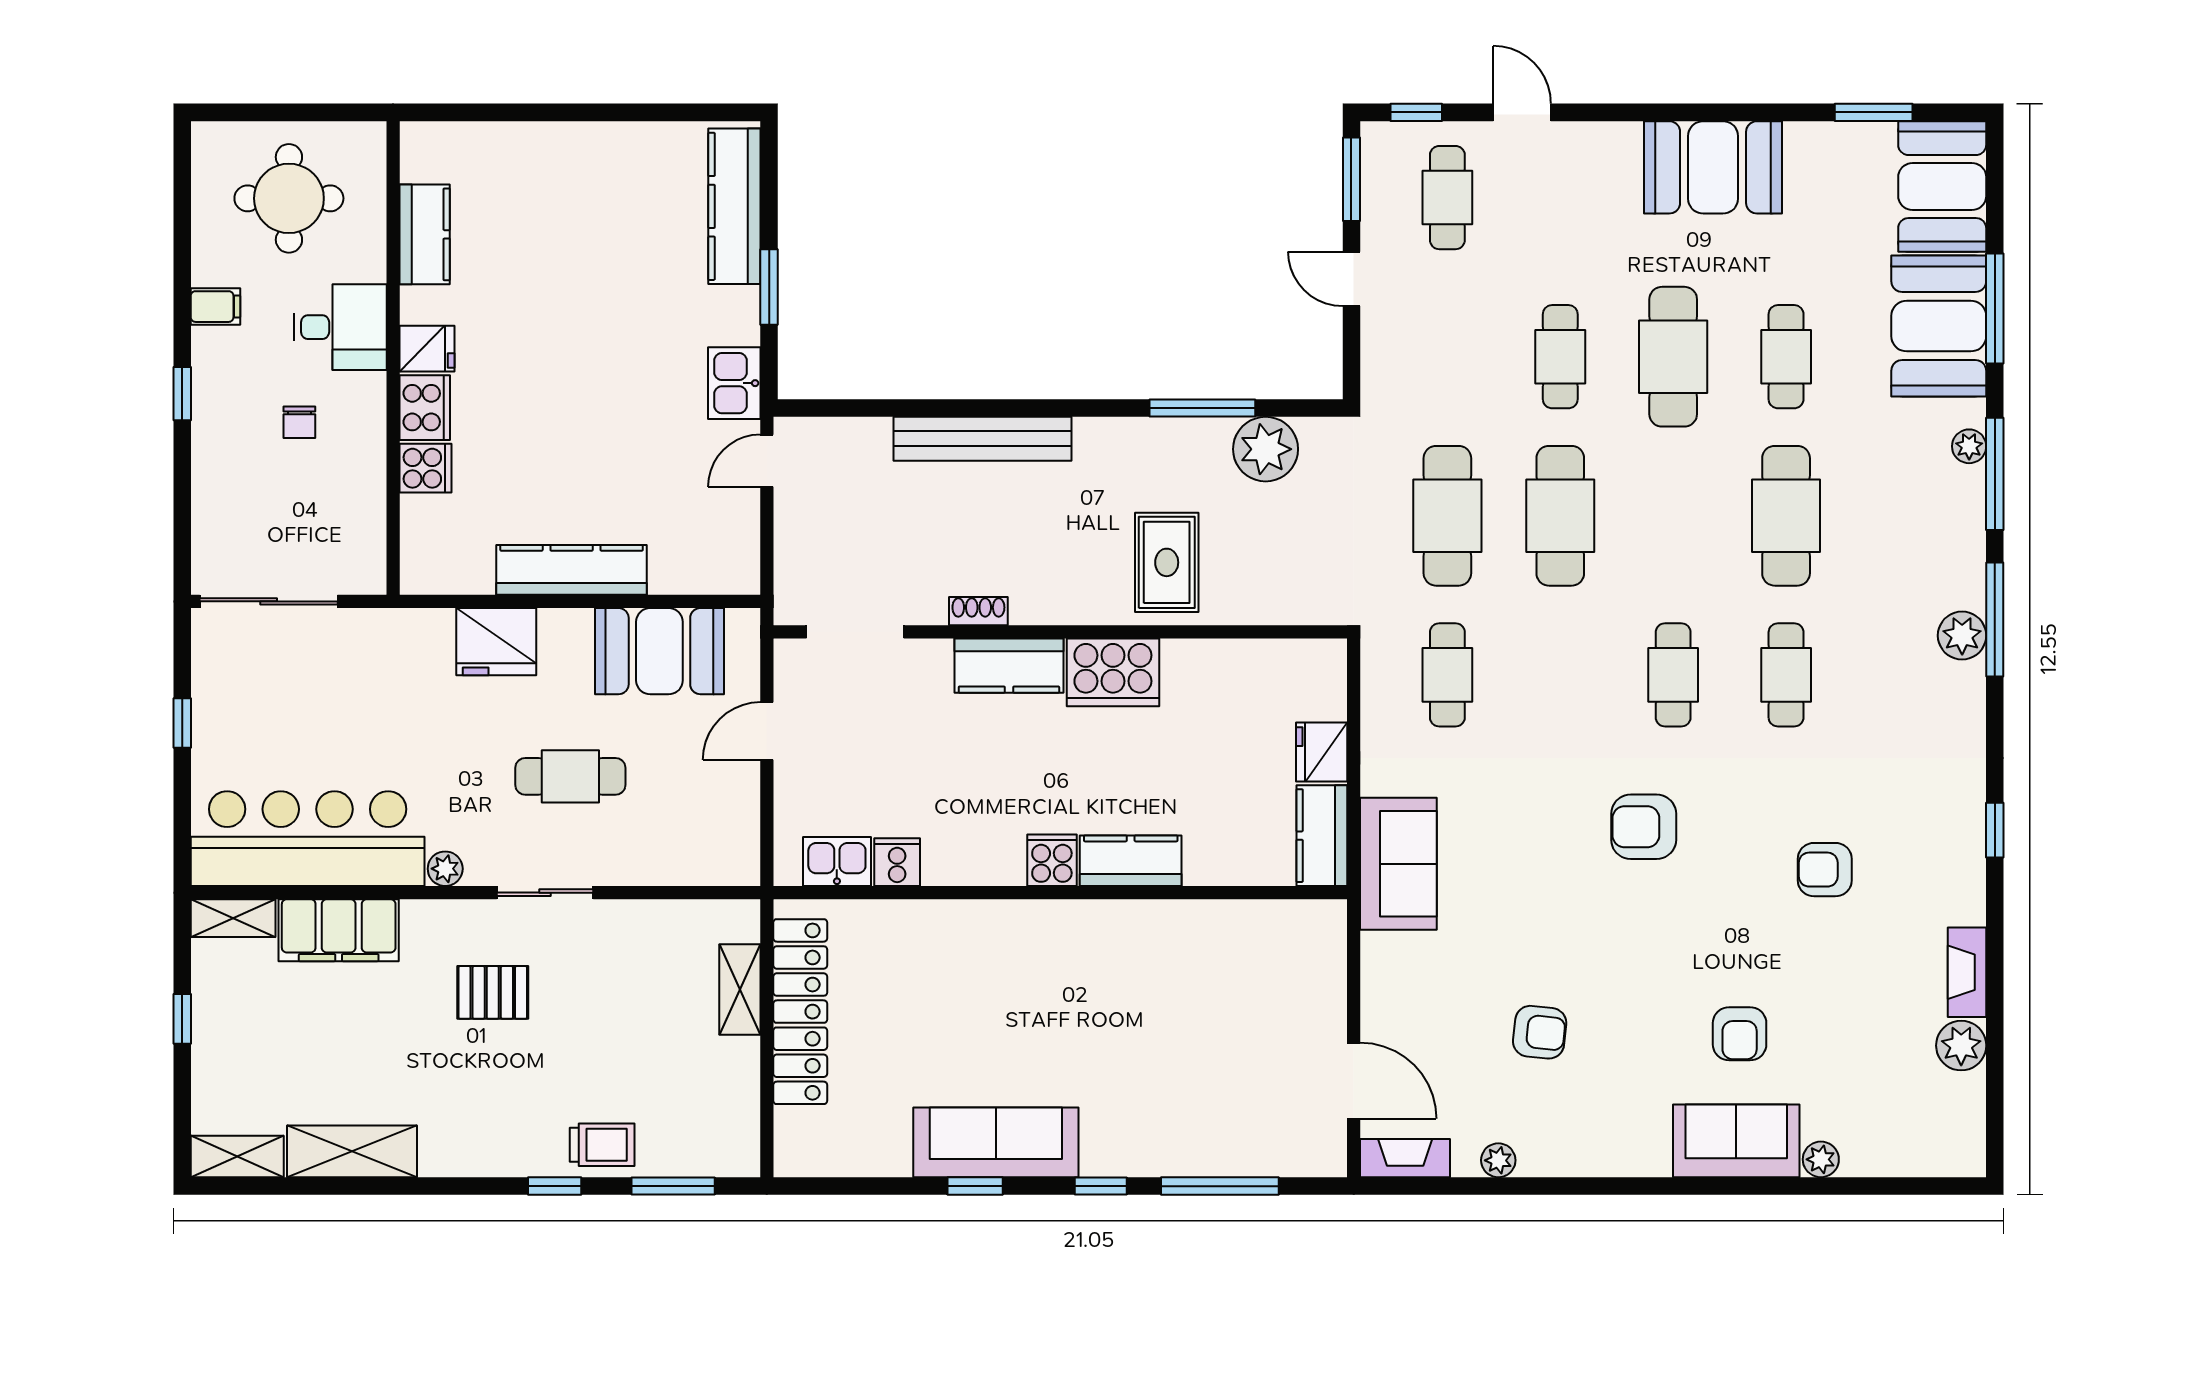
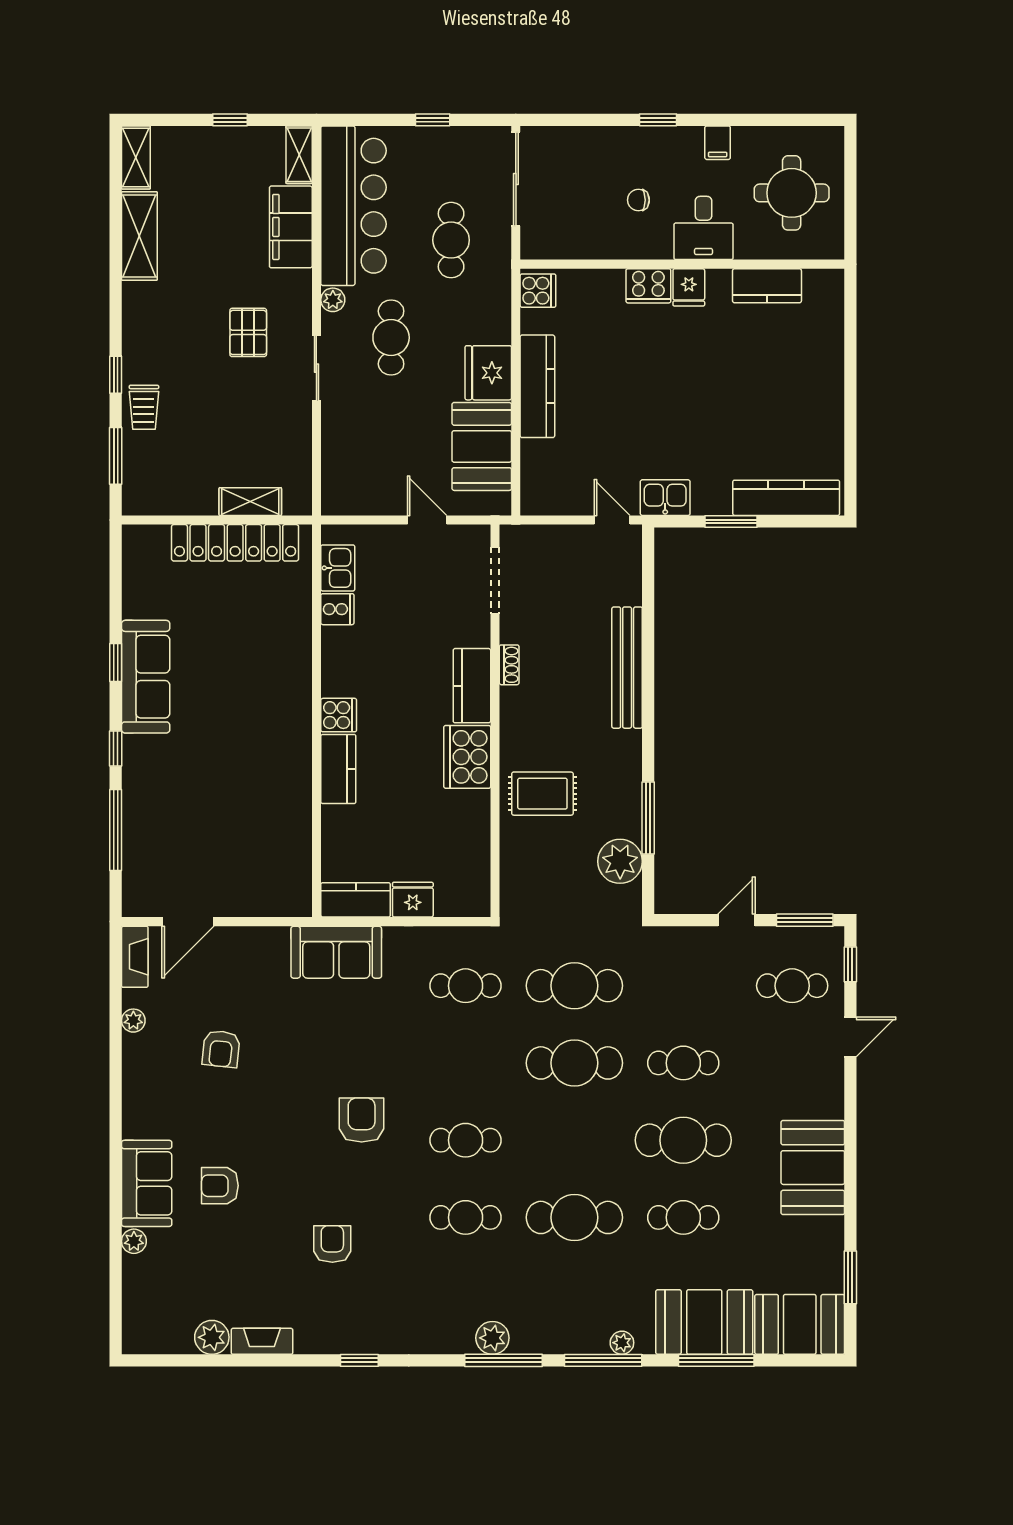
cooker: (425, 468) -> (538, 291), moved, turned -90
fridge: (496, 642) -> (488, 373), moved
cafe table: (358, 696) -> (451, 240), added
cafe table: (570, 776) -> (391, 338), moved

